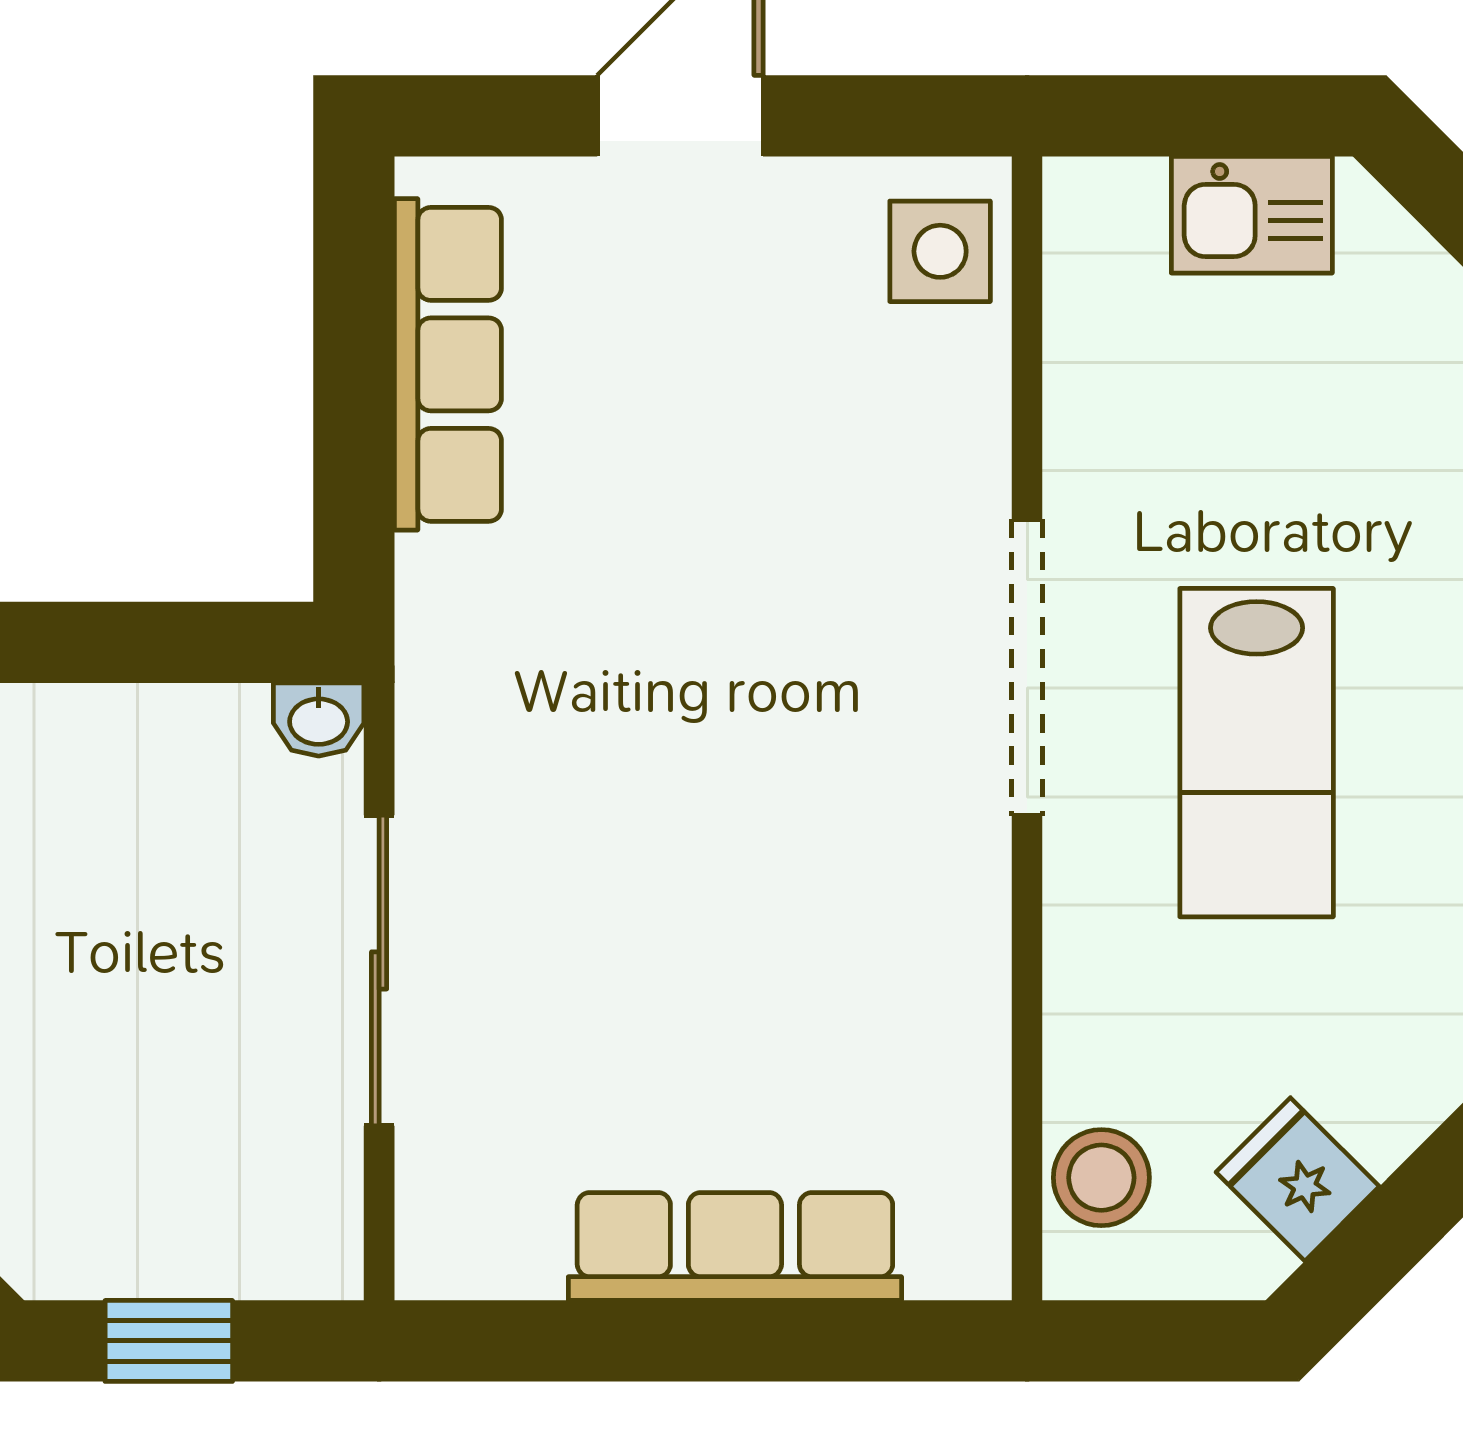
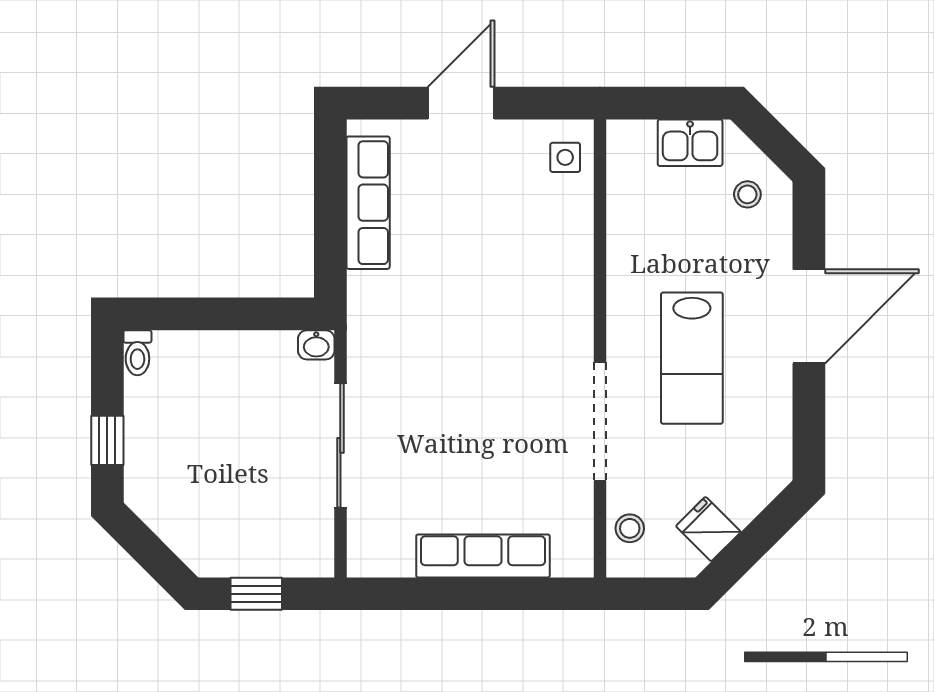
side table: (940, 251) -> (565, 157), width x0.73, depth x0.73
stool: (1395, 344) -> (747, 194), added
doorway: (1027, 668) -> (600, 422), moved
stool: (1101, 1178) -> (630, 528), width x0.73, depth x0.73

